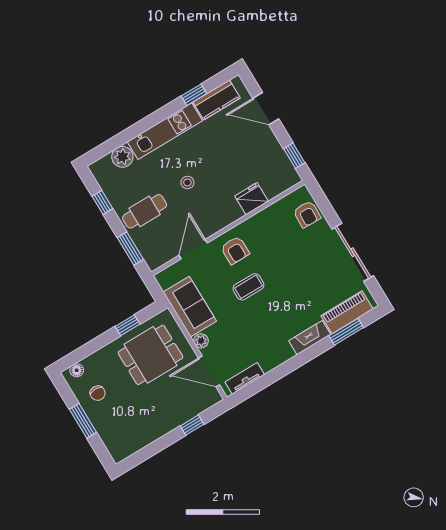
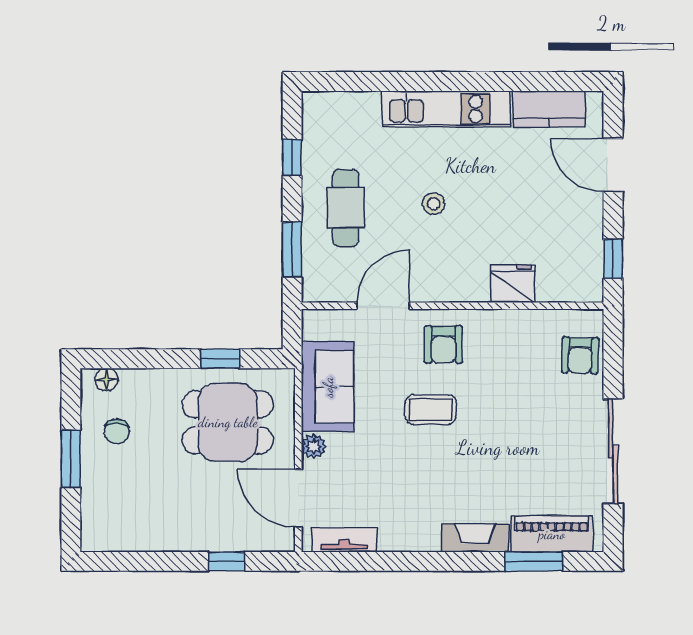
window: (194, 95) -> (520, 82), removed
plant: (122, 157) -> (362, 109), removed
cafe table: (145, 211) -> (346, 208), turned 90

